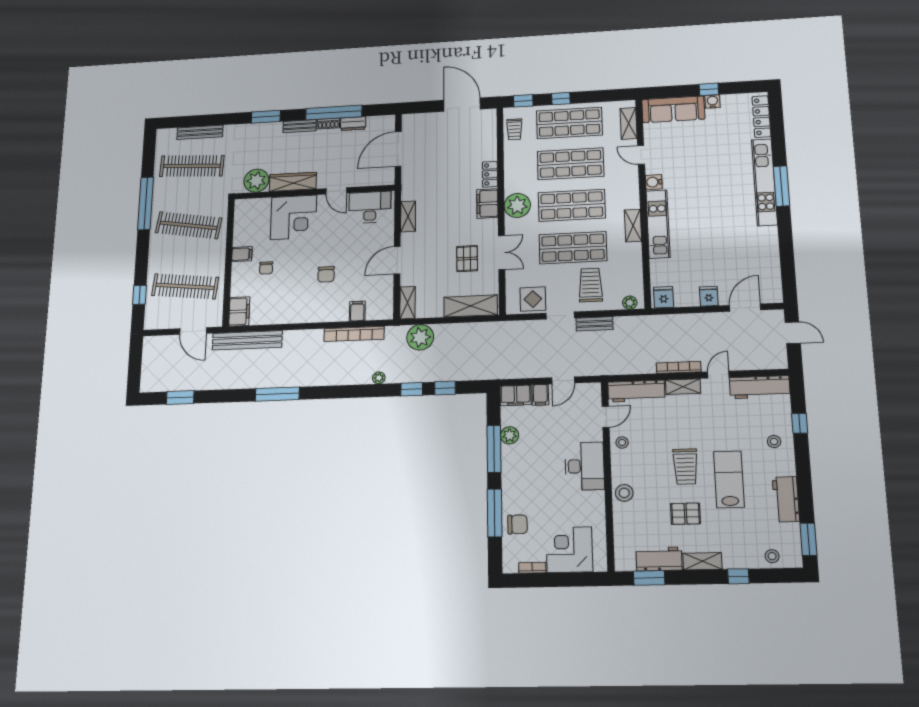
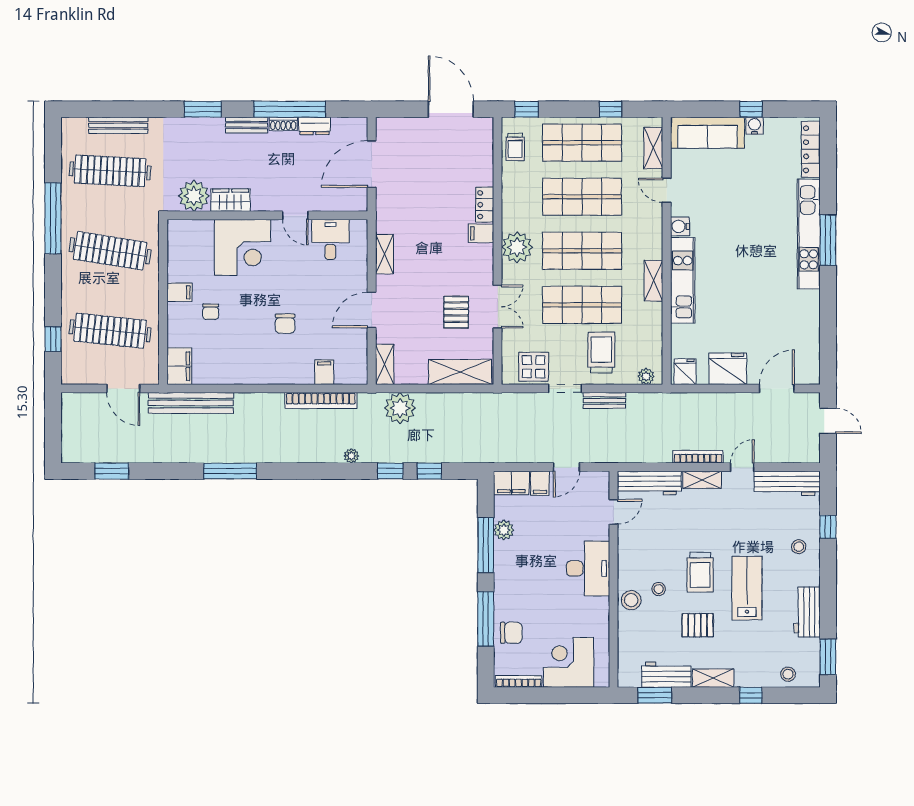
window: (561, 99) -> (611, 109), moved
wardrobe: (293, 182) -> (231, 200), width x0.67
filing cabinet: (487, 204) -> (481, 233), width x0.50
desk: (370, 207) -> (330, 239), width x0.73
fridge: (709, 296) -> (728, 369), width x1.88, depth x1.34
stool: (622, 442) -> (659, 589), moved
bookcase: (532, 568) -> (519, 681), width x1.56

